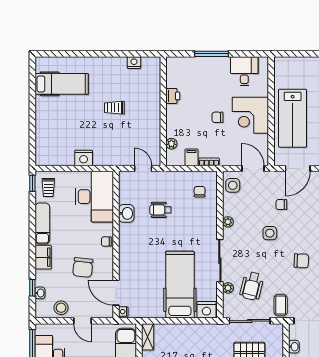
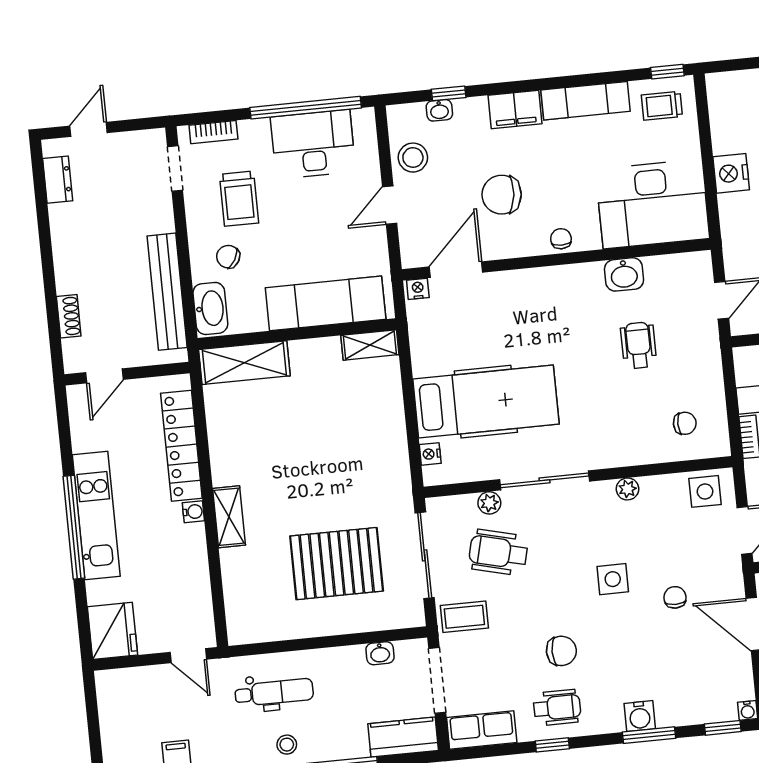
chair: (301, 261) -> (561, 651), turned -93
nightstand: (206, 310) -> (430, 454), width x0.53, depth x0.56

